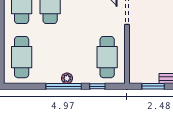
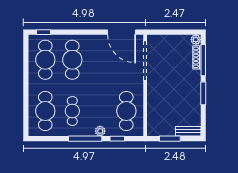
cafe table: (50, 57) -> (72, 111), added
plant: (67, 78) -> (100, 131), moved

